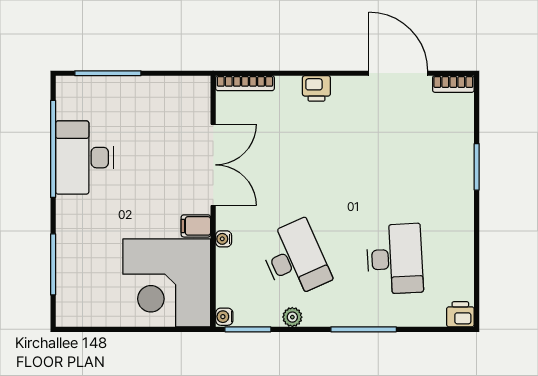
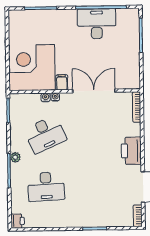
printer: (316, 88) -> (131, 151), width x1.87, depth x1.48
double door: (213, 165) -> (94, 91), swing flipped
water cooler: (224, 317) -> (46, 97), moved
plant: (292, 317) -> (15, 157), moved

